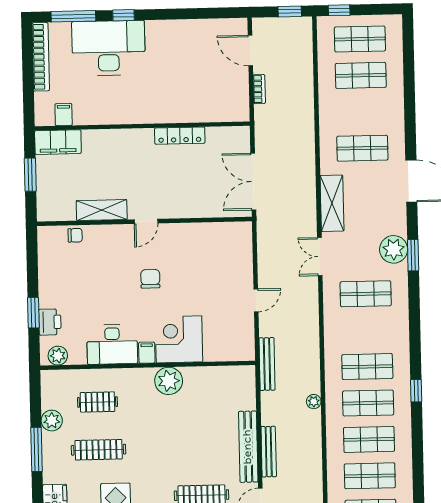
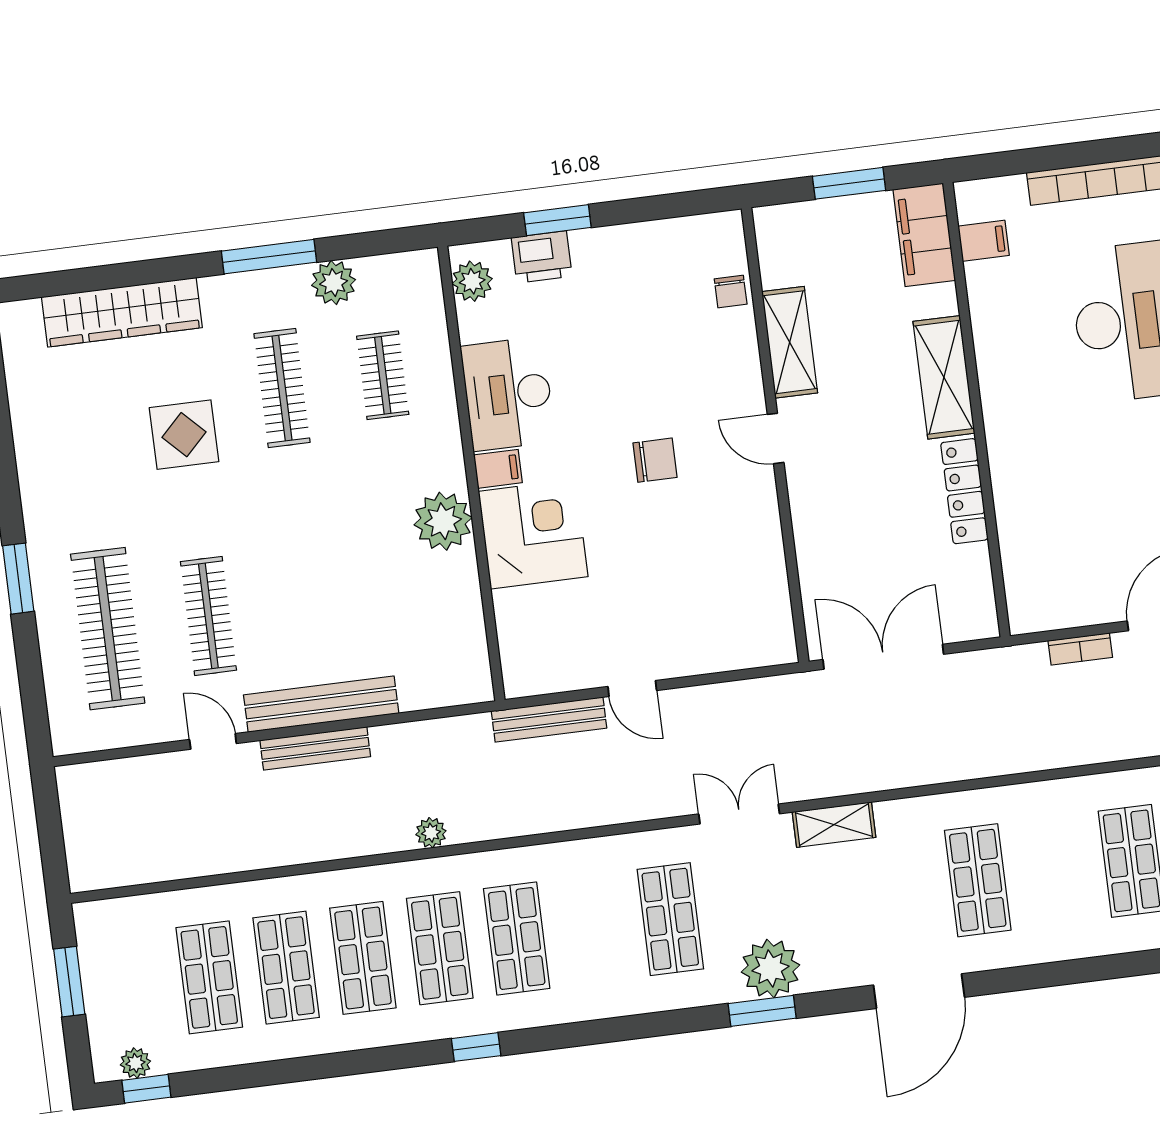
shelving: (126, 140) -> (944, 377), added
shelving: (332, 203) -> (834, 825), width x0.67, depth x0.75
bench: (267, 364) -> (549, 720), moved

